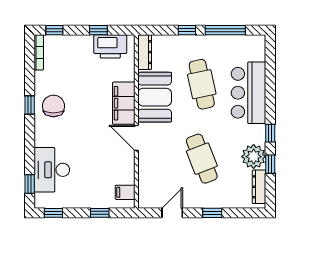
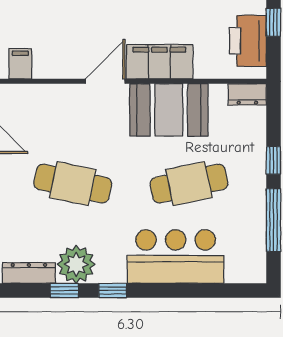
dresser: (145, 52) -> (247, 94), width x0.70
cafe table: (202, 159) -> (73, 184), turned 33

